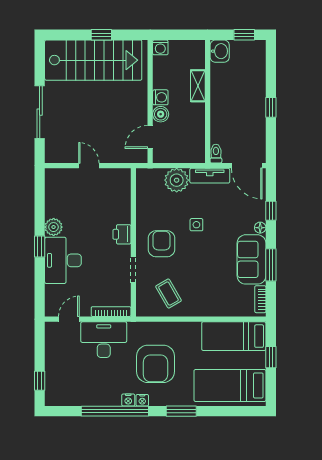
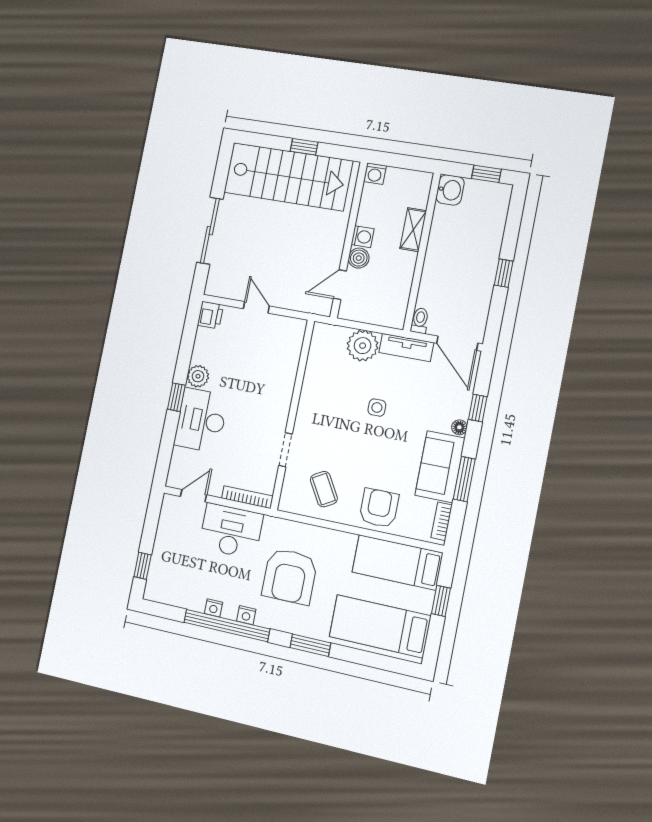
printer: (122, 234) -> (210, 315), moved, turned 180
armchair: (162, 244) -> (379, 508), moved
nightstand: (142, 400) -> (214, 608), moved

